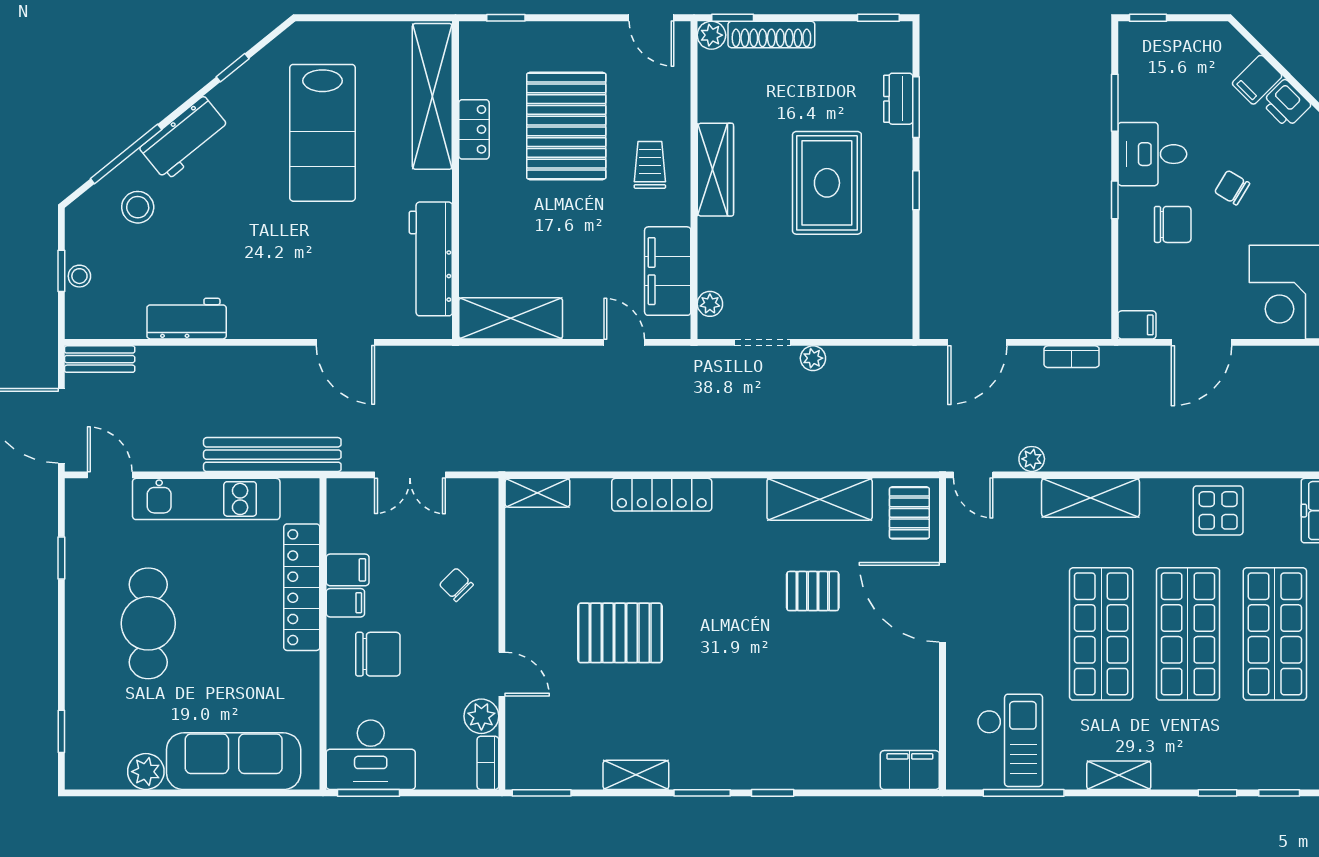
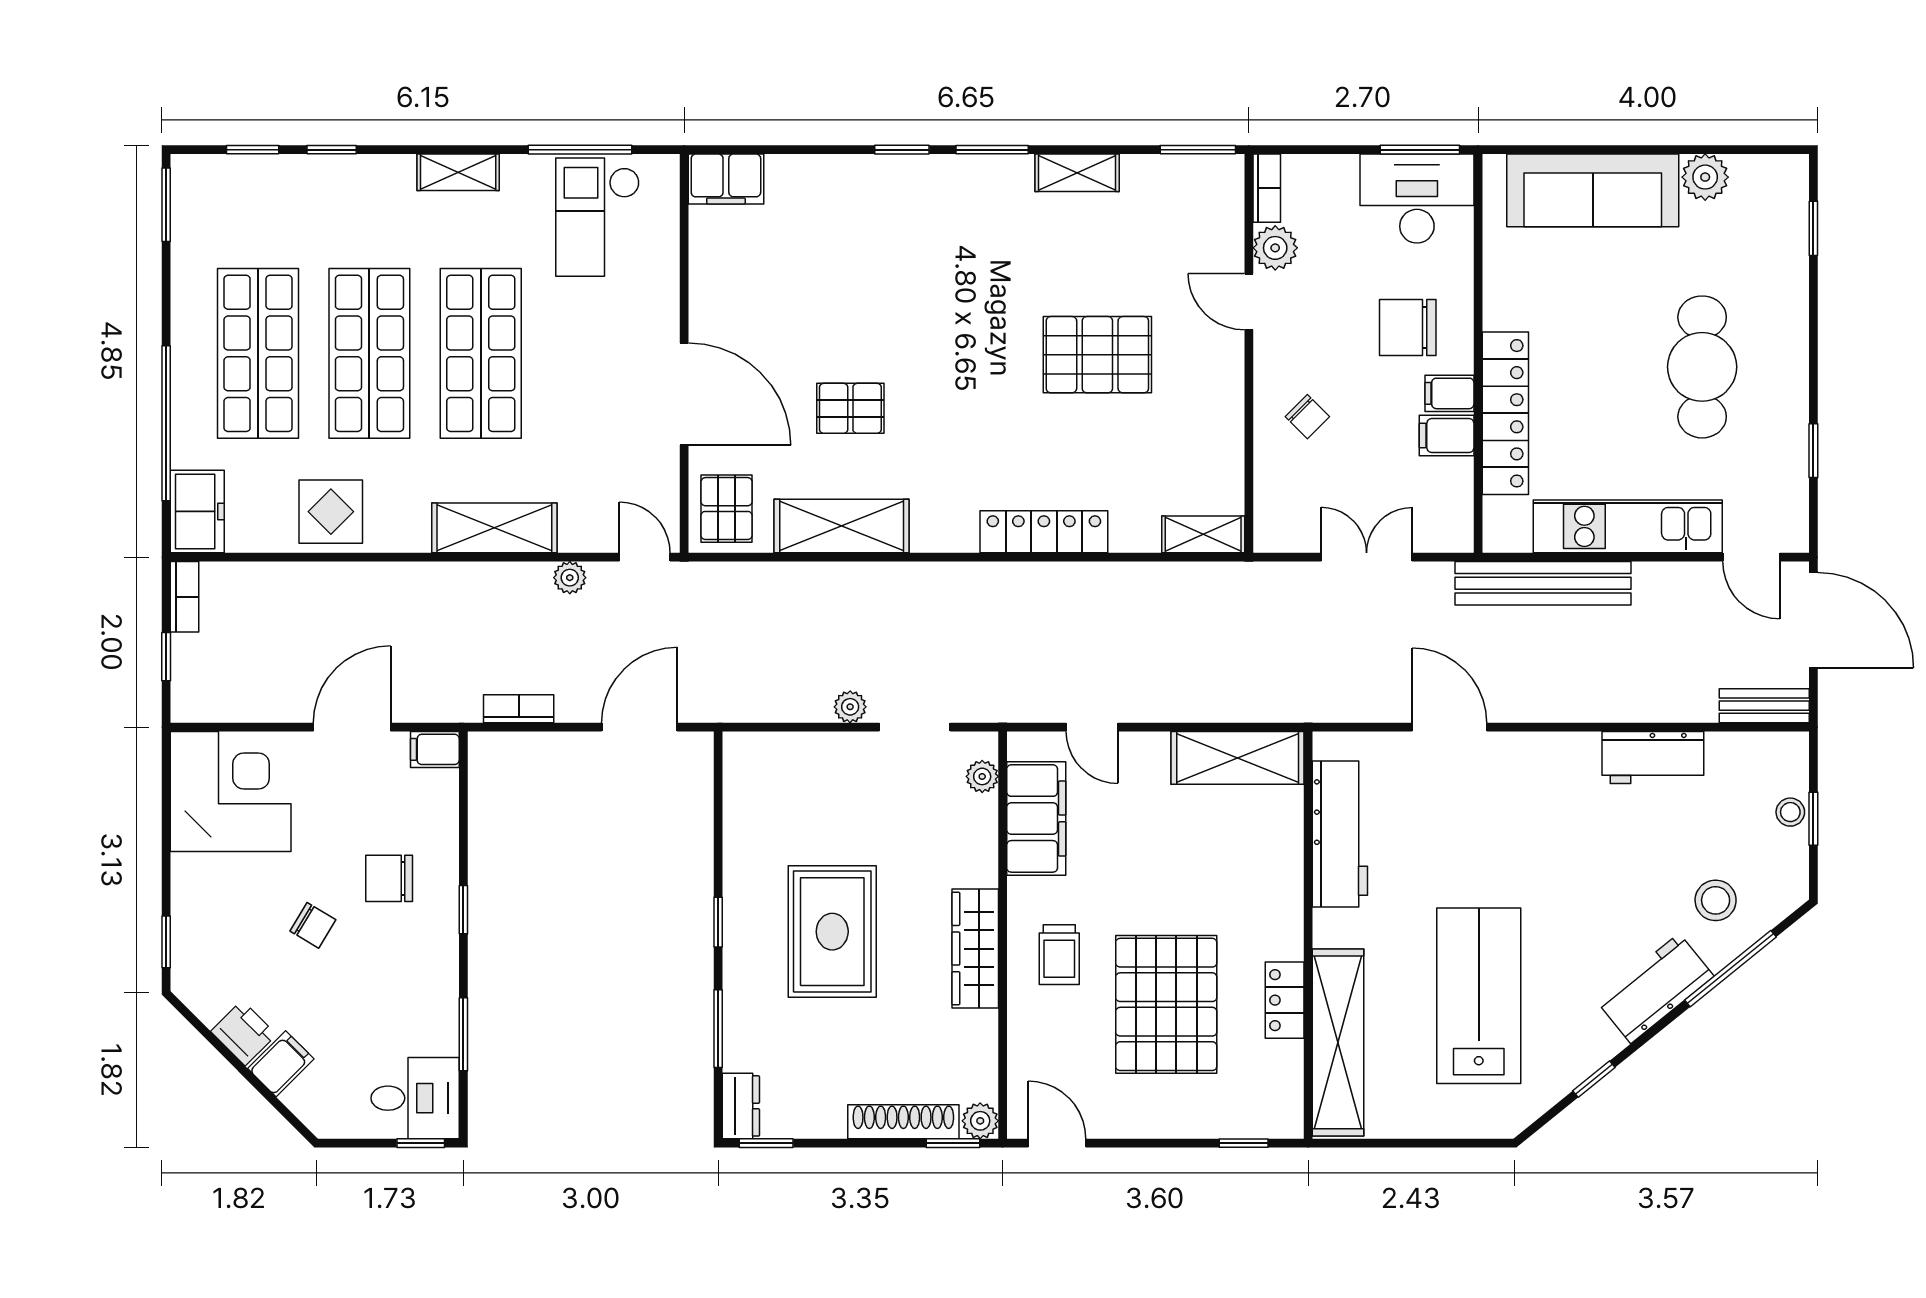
dresser: (898, 99) -> (741, 1106), moved
desk: (1152, 154) -> (415, 1098), moved

